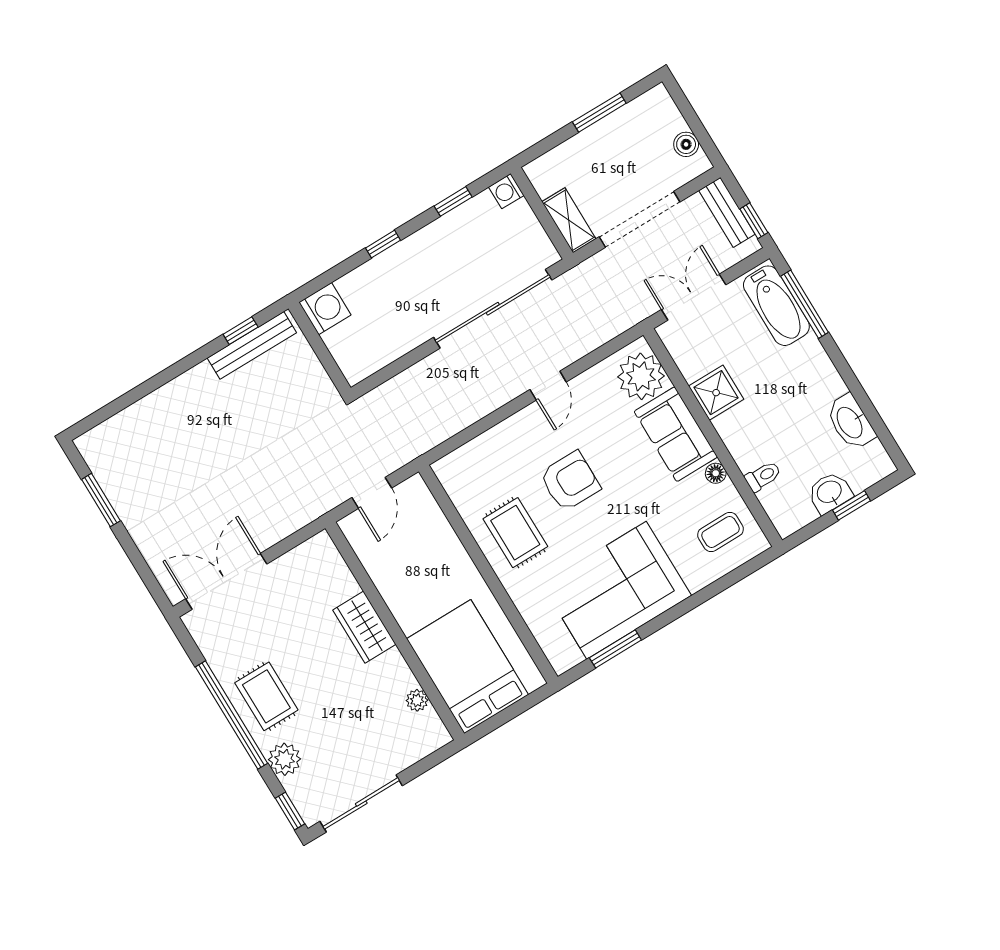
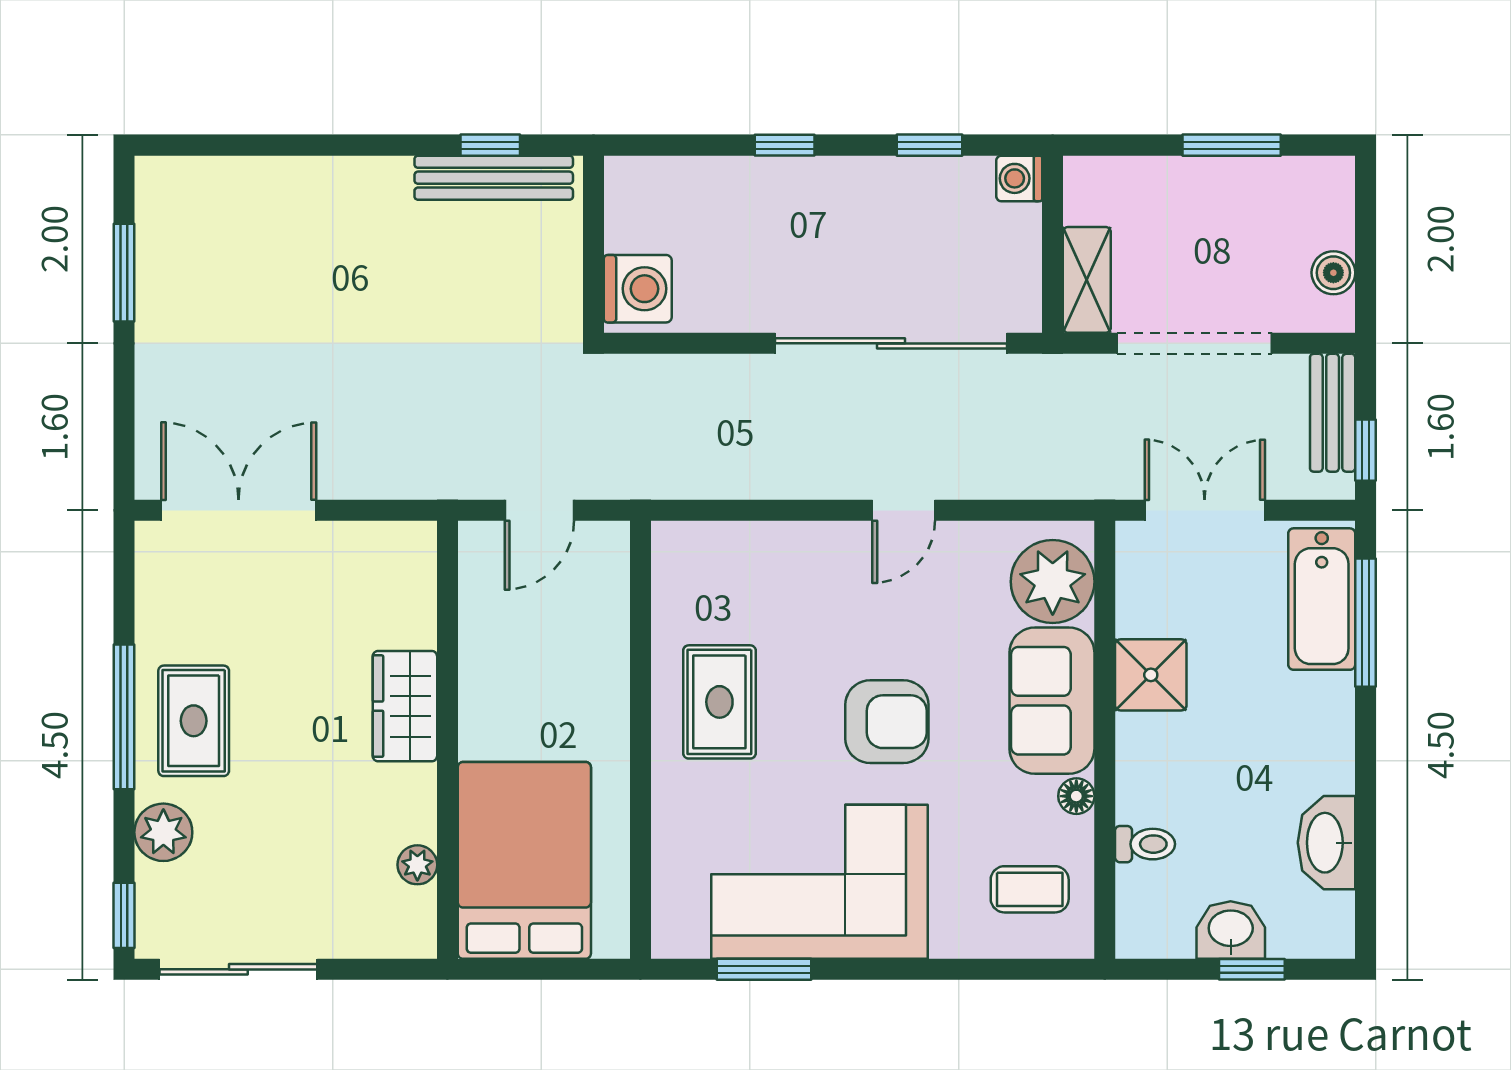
washing machine: (325, 309) -> (638, 289), moved
armchair: (570, 481) -> (887, 722), moved
window: (232, 715) -> (124, 717), width x0.68

